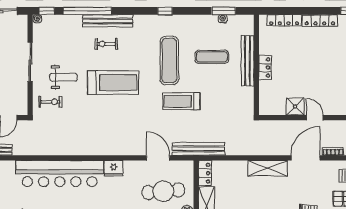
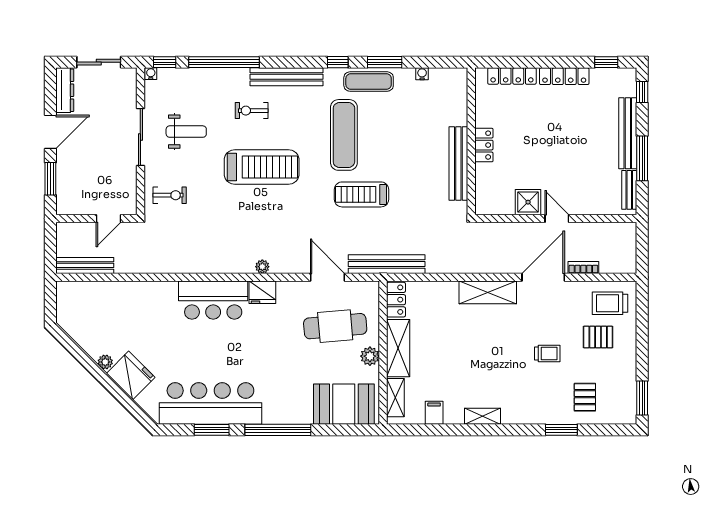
window: (224, 11) -> (385, 62), moved
bench: (108, 21) -> (287, 77), moved
exercise mat: (212, 57) -> (369, 82), moved
bench: (248, 61) -> (458, 164), moved
weight bench: (64, 77) -> (186, 132), moved
plant: (114, 151) -> (262, 267), added
bar counter: (60, 173) -> (213, 300), width x0.54

